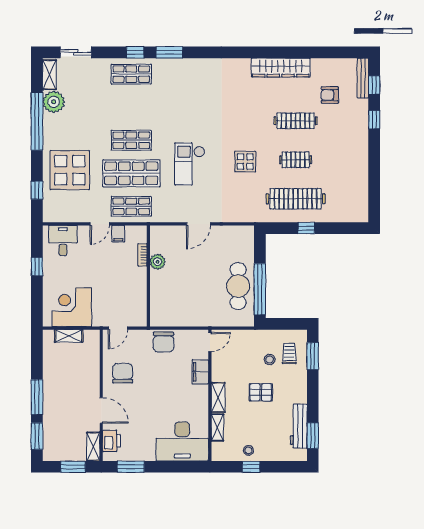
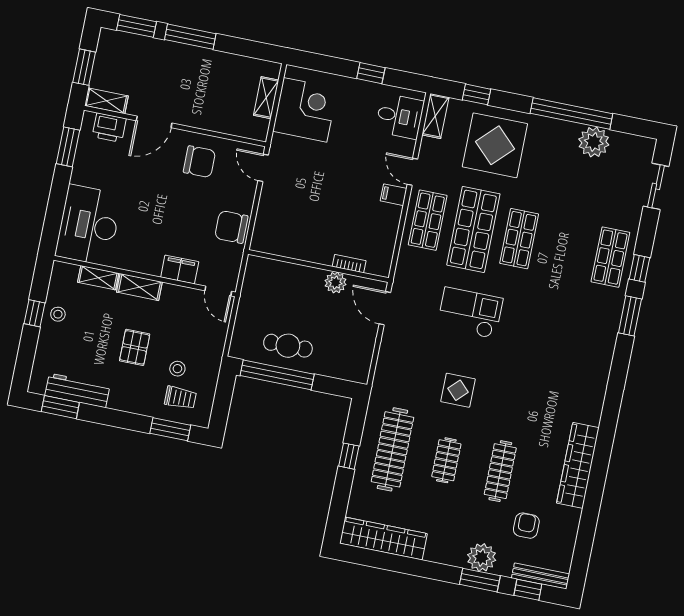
shelving: (49, 75) -> (435, 116), moved, turned 90
window: (374, 120) -> (480, 580), width x1.50
plant: (358, 122) -> (482, 557), added
wardrobe: (359, 193) -> (383, 538), added
bookcase: (142, 255) -> (349, 264), moved
plant: (158, 262) -> (336, 283), moved
wall: (148, 276) -> (318, 266), moved
cafe table: (238, 286) -> (288, 346), width x0.73, depth x0.74

